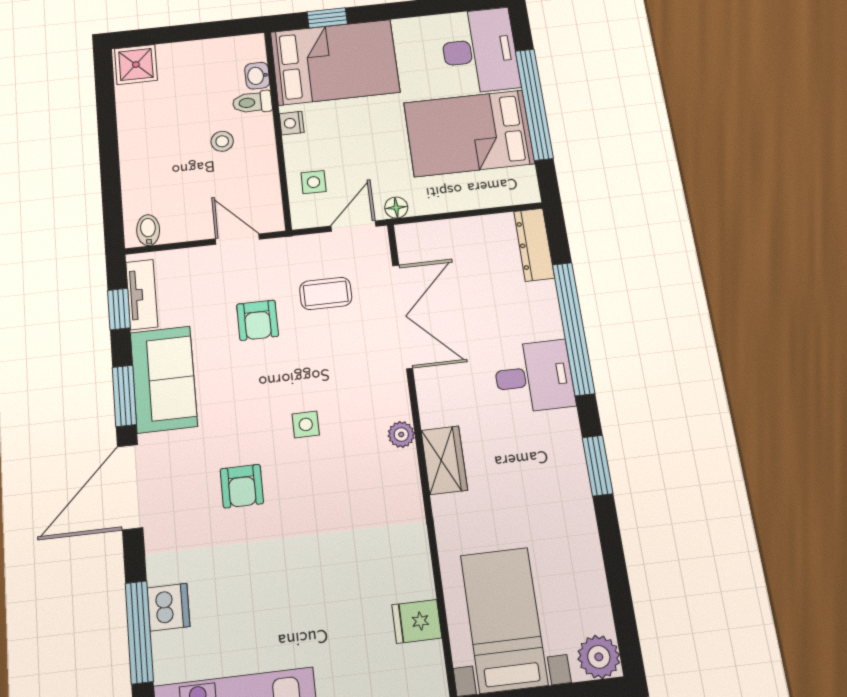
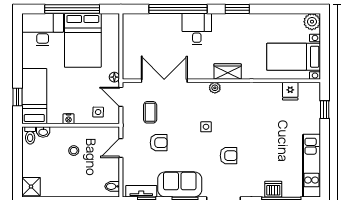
bed: (335, 62) -> (34, 96), width x0.67
toilet: (252, 102) -> (30, 135), moved
dresser: (534, 245) -> (139, 20), removed

